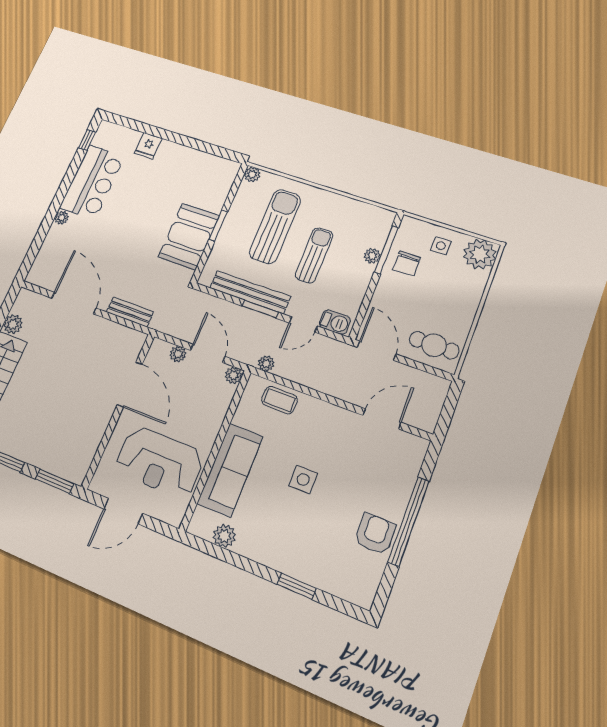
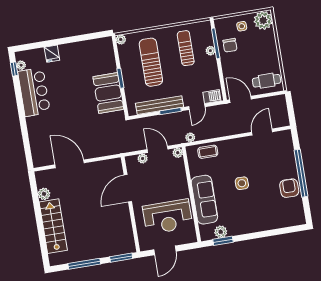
plant: (62, 218) -> (21, 65), moved
sun lounger: (314, 255) -> (186, 48), moved
bench: (130, 312) -> (103, 151), removed
door: (130, 385) -> (128, 188), swing flipped
window: (297, 586) -> (223, 241), moved

